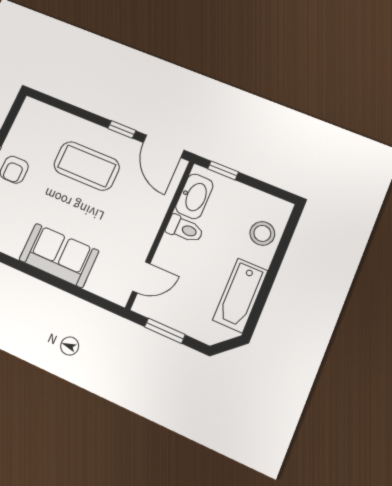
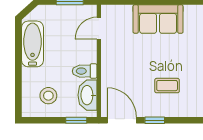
coffee table: (87, 166) -> (167, 86), width x0.54, depth x0.58
stool: (262, 233) -> (48, 96), moved

